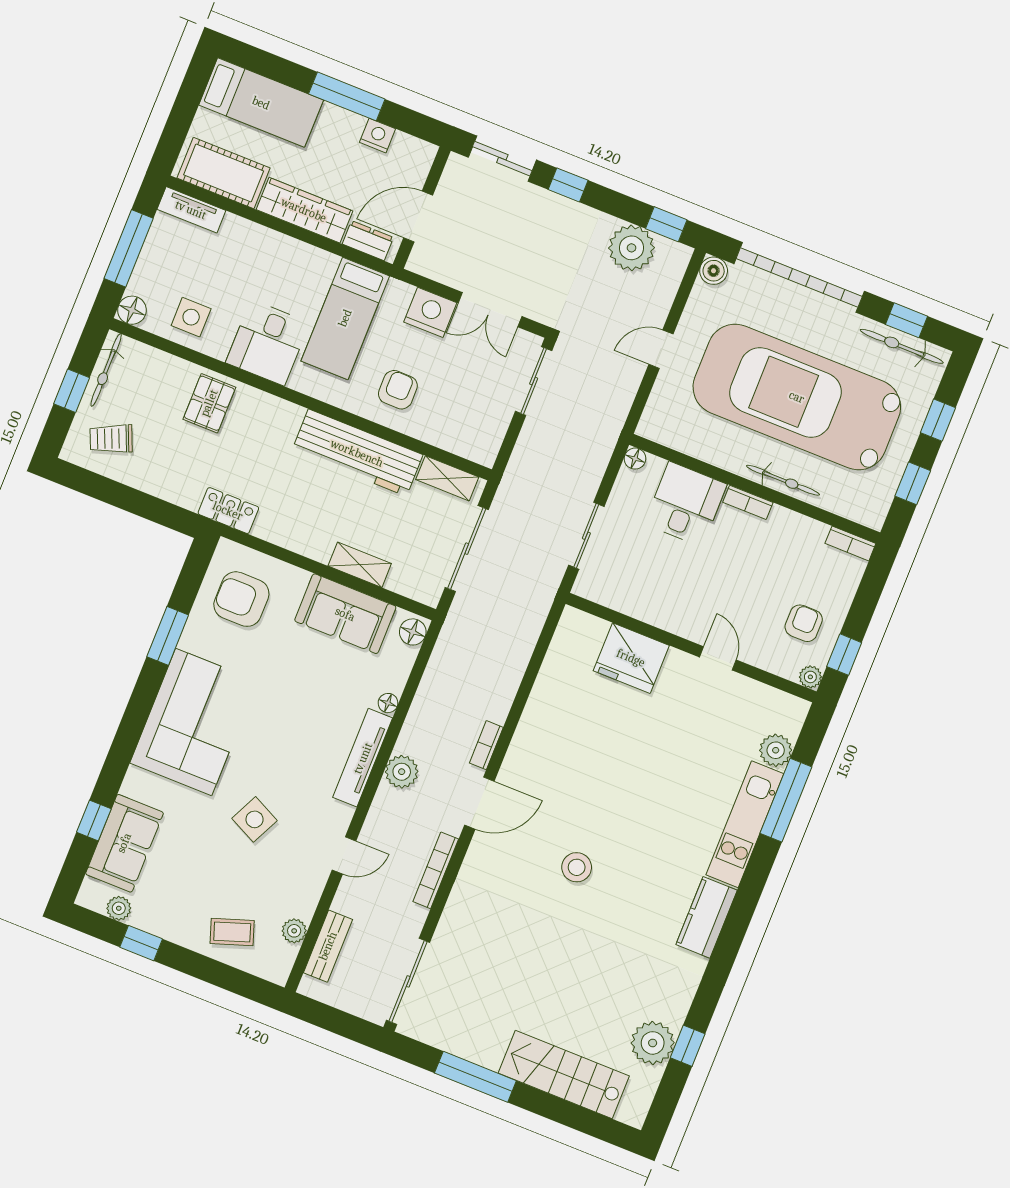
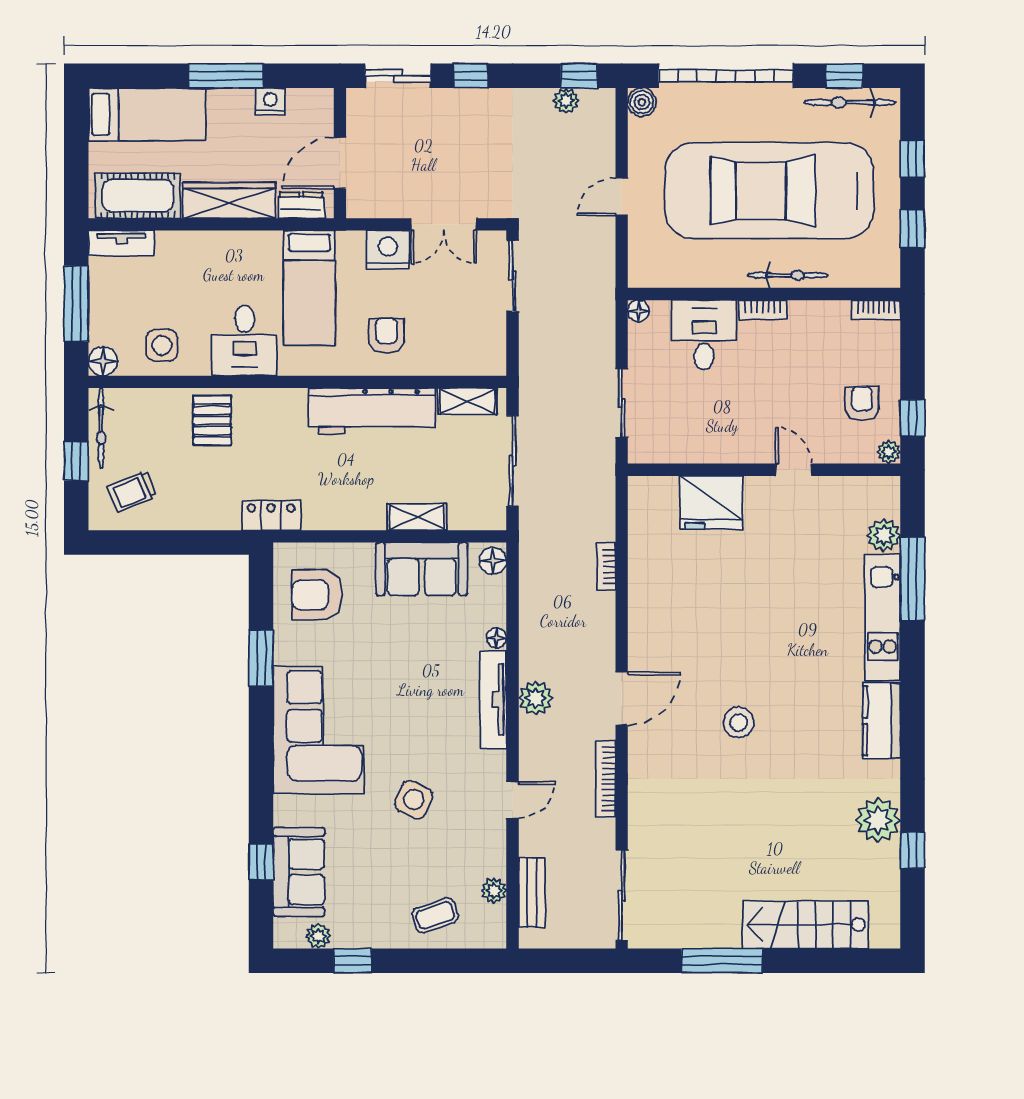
plant: (632, 248) -> (566, 101), width x0.53, depth x0.53
bookcase: (486, 745) -> (606, 567), moved
plant: (653, 1043) -> (878, 820), moved

